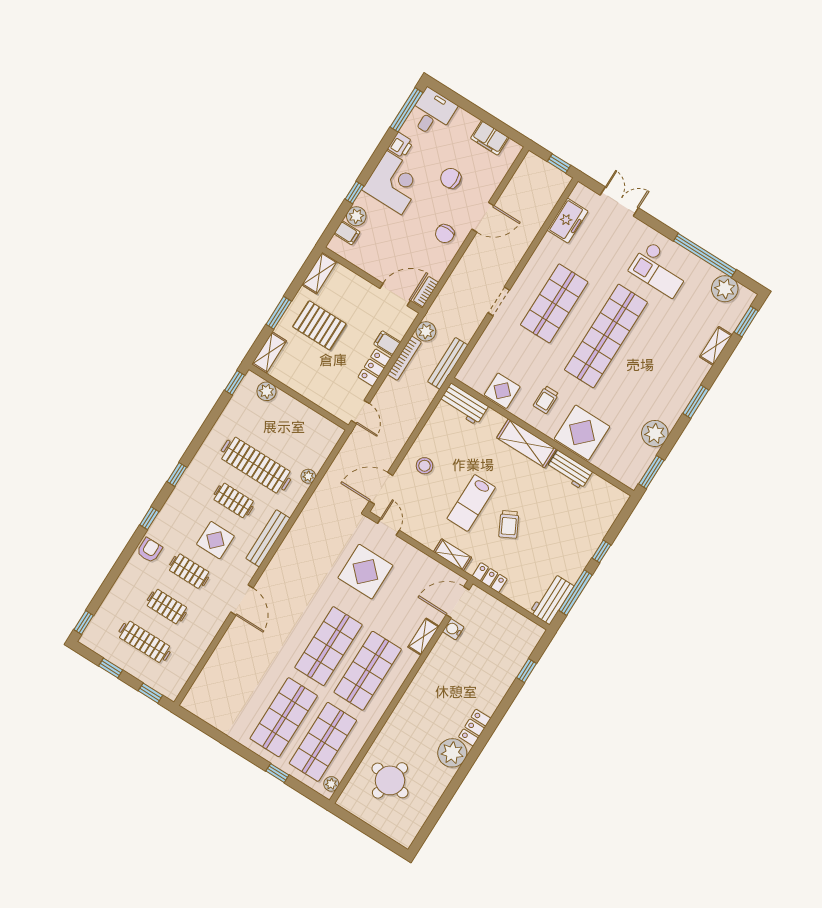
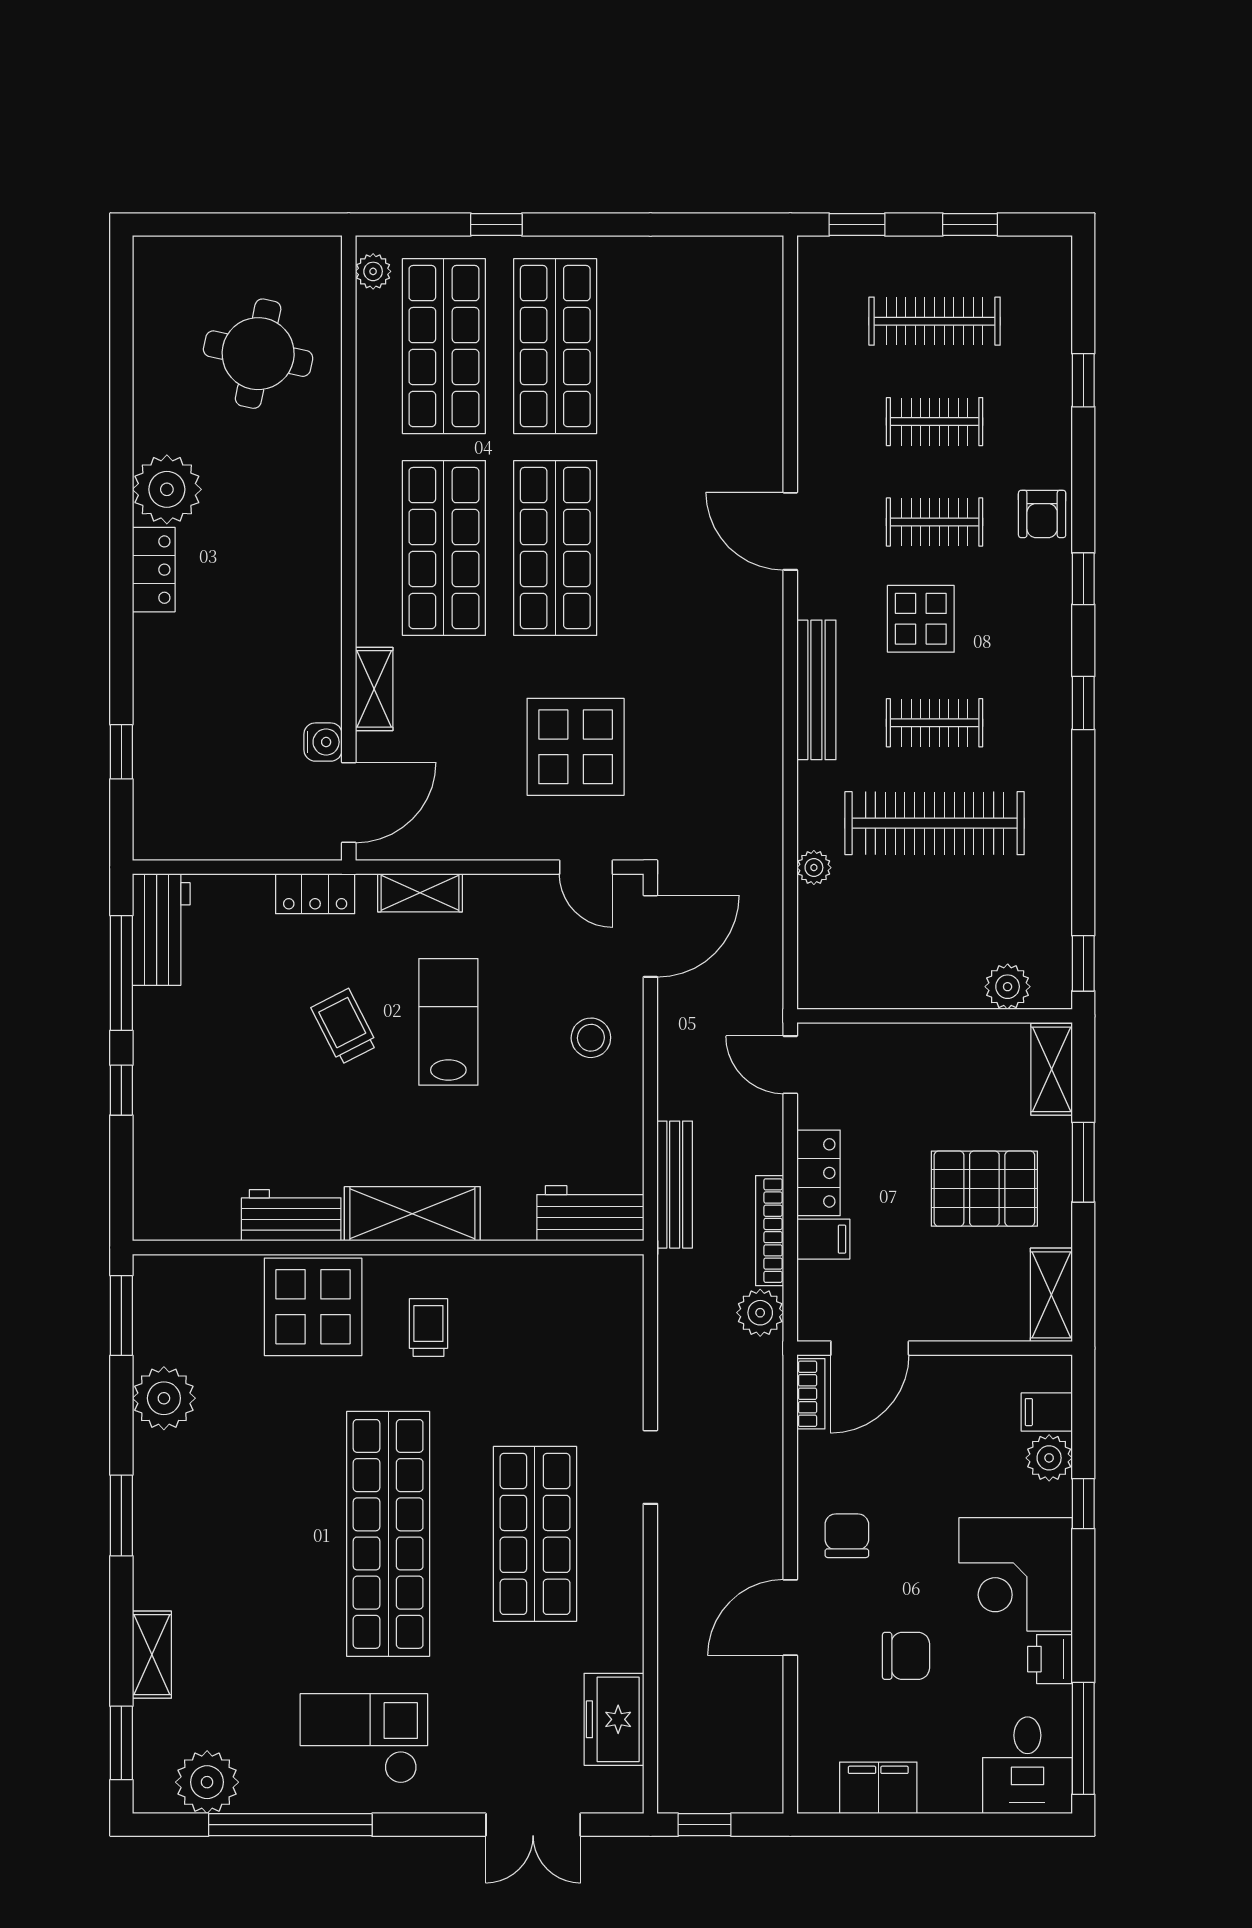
bench: (448, 363) -> (675, 1185), moved
display table: (502, 391) -> (529, 1290), removed
window: (84, 623) -> (1083, 380), moved

